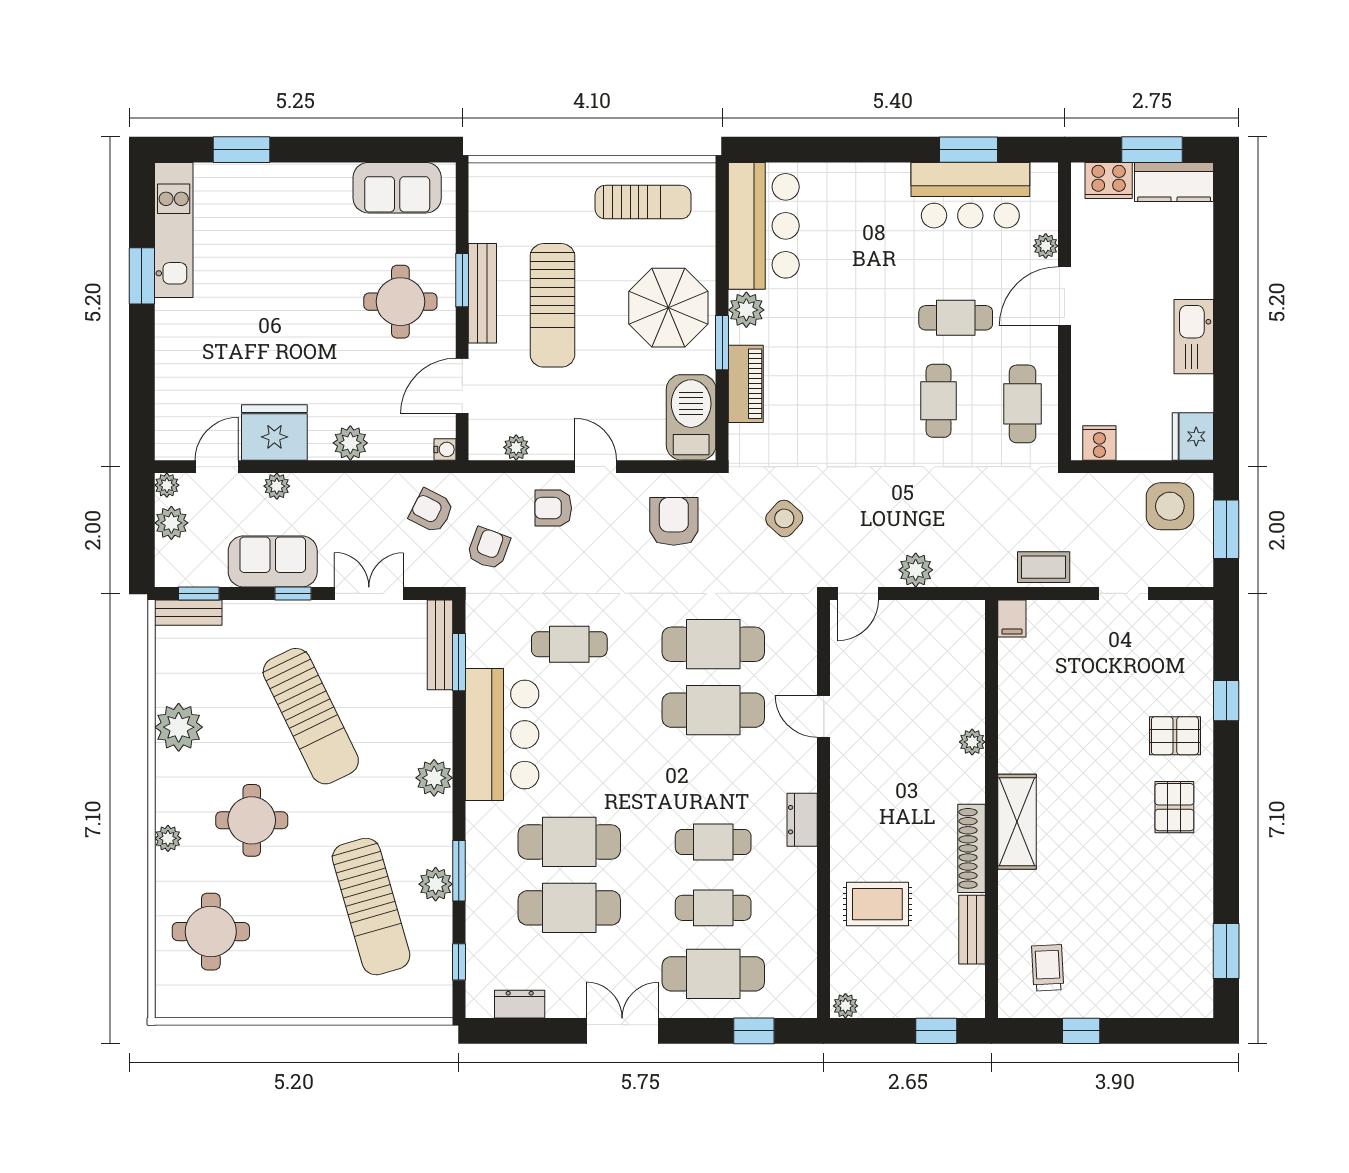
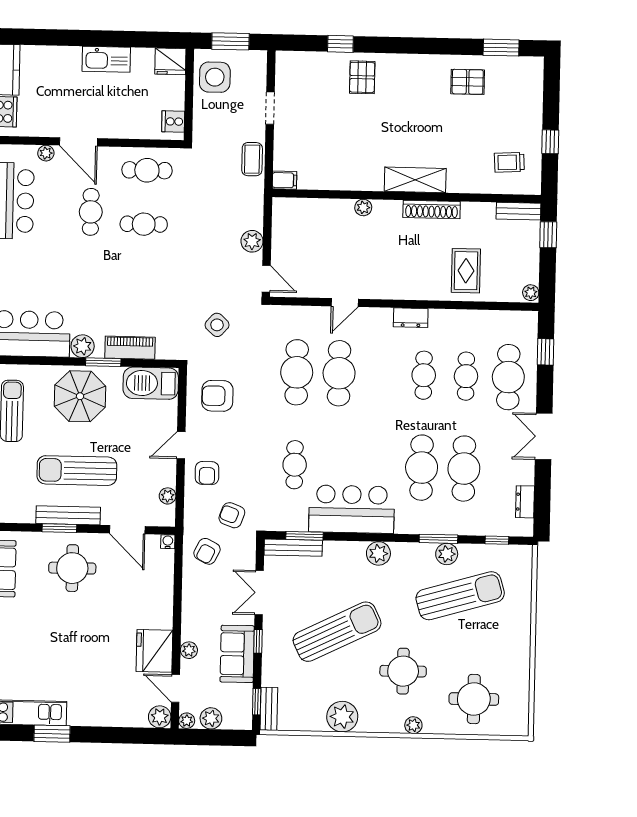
sun lounger: (552, 305) -> (77, 471), turned 180
plant: (350, 443) -> (160, 717), moved
pallet: (1174, 807) -> (468, 82), moved
bench: (972, 930) -> (519, 211), moved

